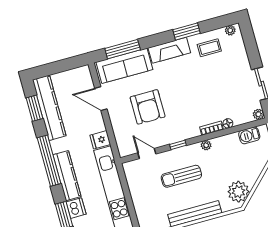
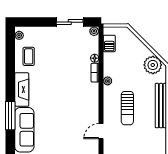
window: (187, 31) -> (10, 71), removed
window: (123, 49) -> (10, 116), moved
armchair: (148, 107) -> (63, 120), removed
window: (178, 145) -> (101, 104), removed

